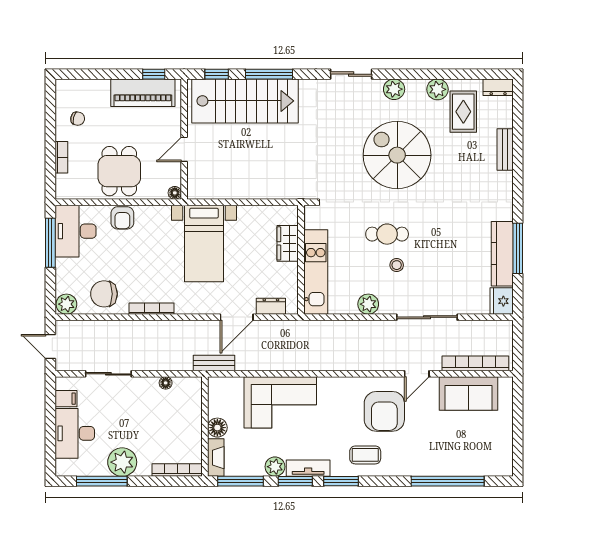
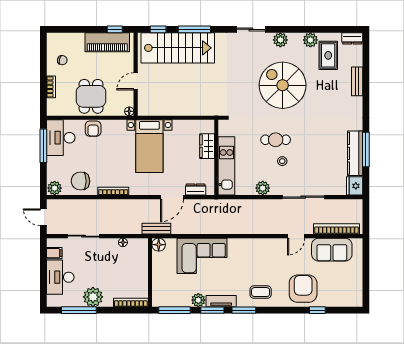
armchair: (384, 411) -> (303, 289), moved, turned 180
floor lamp: (217, 428) -> (159, 245), moved
fireplace: (216, 458) -> (158, 294), removed
window: (448, 481) -> (317, 310), width x0.32

